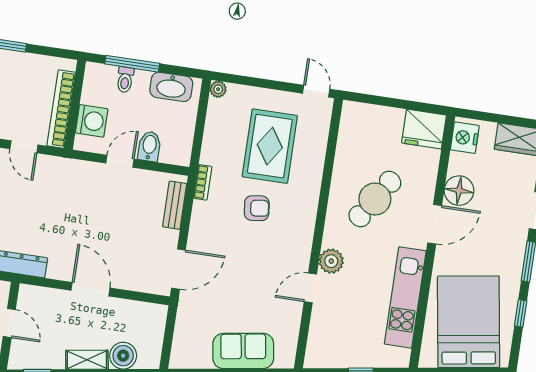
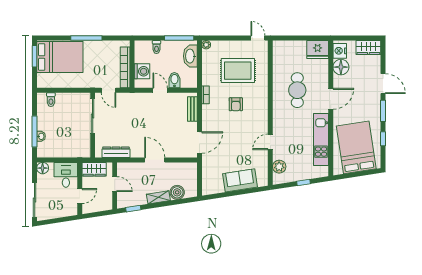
window: (132, 64) -> (179, 38), moved
washbasin: (171, 87) -> (190, 56), moved, turned 90
rug: (270, 146) -> (238, 71), turned 90
door: (120, 161) -> (160, 90), hinge flipped
floor lamp: (459, 191) -> (341, 67), moved
cafe table: (375, 199) -> (297, 90), turned -33
armchair: (257, 208) -> (236, 104), turned 97
plant: (331, 261) -> (279, 167), moved

